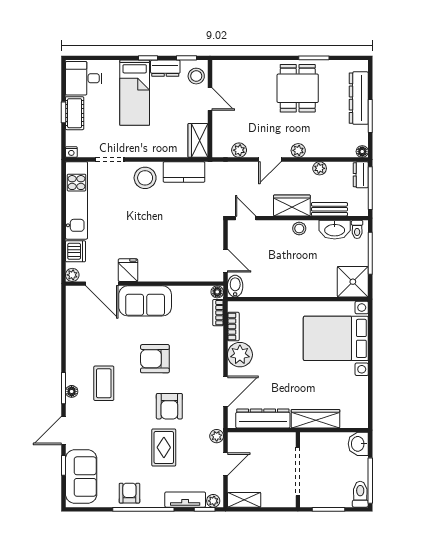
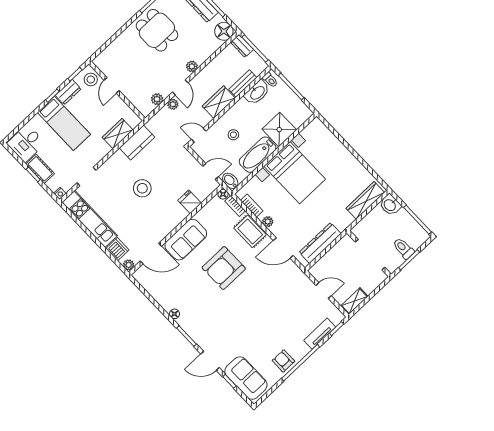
door: (210, 99) -> (112, 85), swing flipped
wardrobe: (198, 140) -> (118, 134), moved, turned 90
floor lamp: (362, 152) -> (224, 31), width x1.89, depth x1.89
plant: (320, 168) -> (173, 104), moved
stool: (145, 178) -> (142, 188), moved
stool: (299, 228) -> (233, 135), moved
fridge: (128, 270) -> (190, 202), moved
shower: (353, 282) -> (279, 130), moved
bathtub: (282, 286) -> (258, 155), added
bed with nightstands: (336, 338) -> (295, 173), moved, turned -90
plant: (240, 355) -> (268, 222), width x0.53, depth x0.53
armchair: (155, 359) -> (224, 268), width x1.36, depth x1.36
coffee table: (104, 383) -> (207, 311), removed
floor lamp: (72, 391) -> (174, 314), moved
door: (225, 391) -> (283, 248), swing flipped
armchair: (169, 406) -> (259, 288), removed
wardrobe: (315, 419) -> (365, 200), moved
door: (63, 430) -> (210, 361), hinge flipped
plant: (217, 436) -> (303, 279), removed
rug: (164, 447) -> (250, 231), moved
door: (225, 464) -> (324, 291), hinge flipped
toilet: (360, 494) -> (403, 248), moved
plant: (213, 501) -> (337, 319), removed

